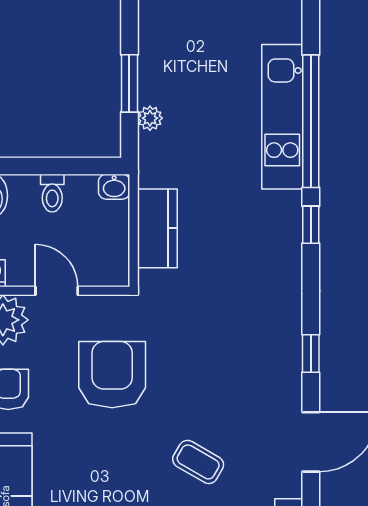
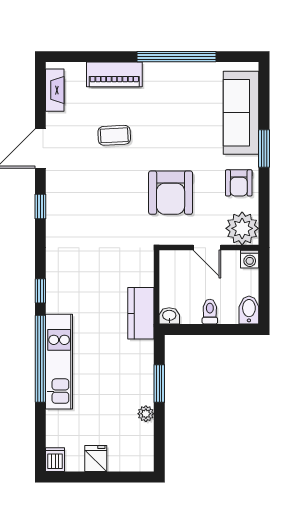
plant: (150, 118) -> (146, 414), moved
kitchen counter: (157, 228) -> (141, 313), moved
coffee table: (198, 462) -> (114, 135), turned -33

